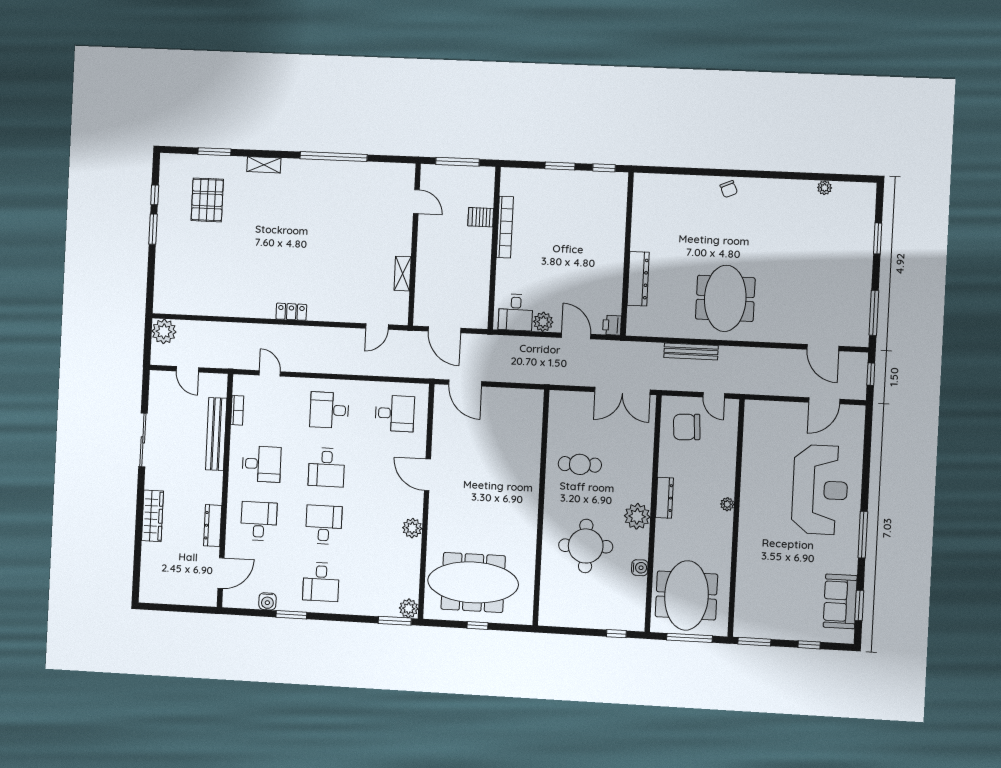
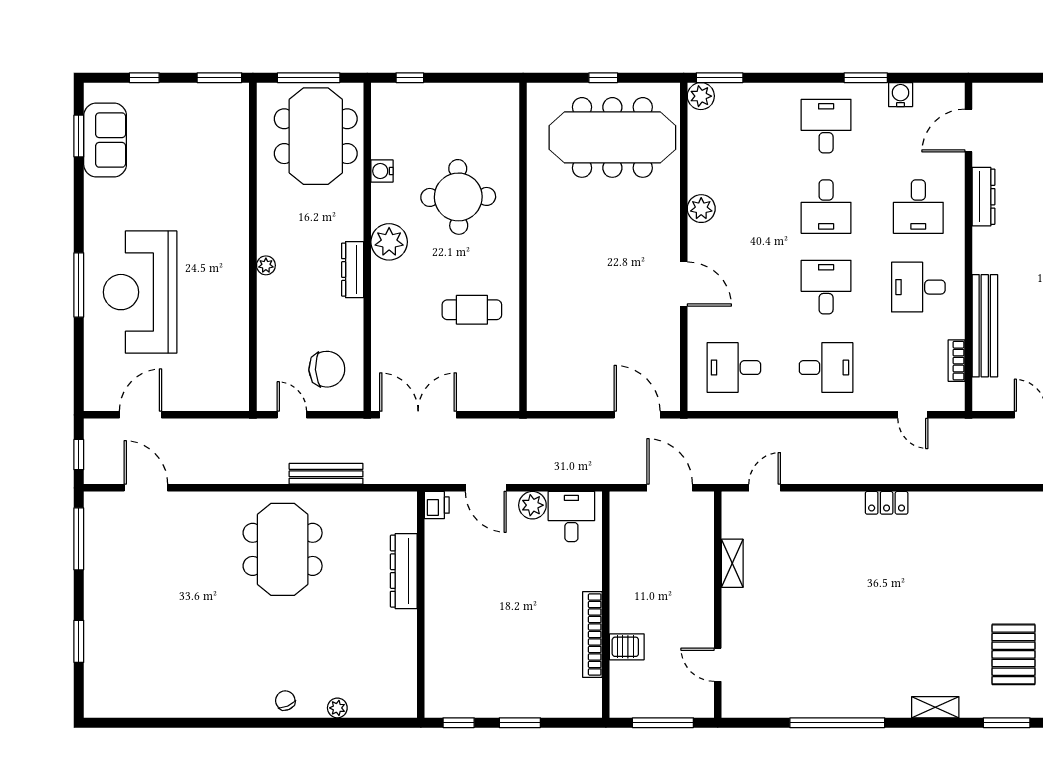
plant: (825, 188) -> (337, 708), moved
window: (863, 535) -> (79, 285), moved

